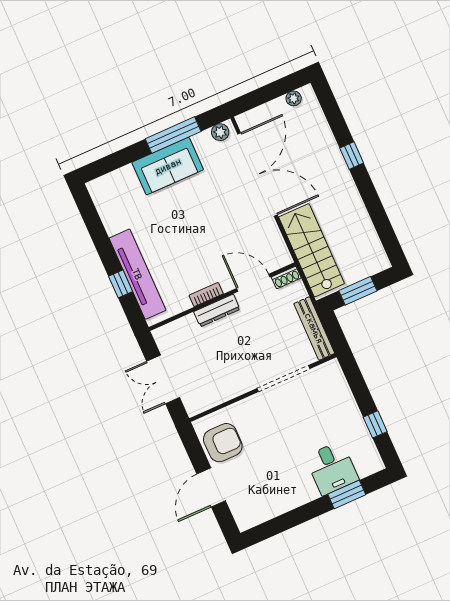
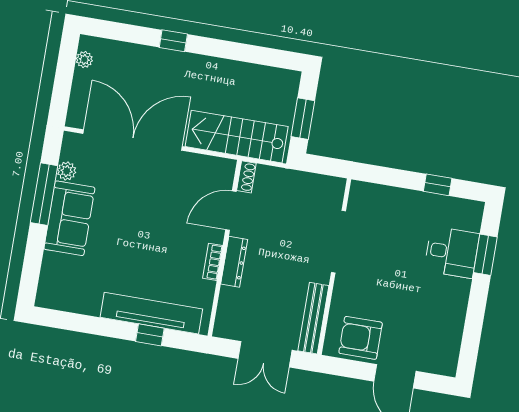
plant: (220, 132) -> (67, 171), moved
bench: (314, 328) -> (313, 318), moved, turned 90
armchair: (223, 443) -> (361, 338), turned -90

